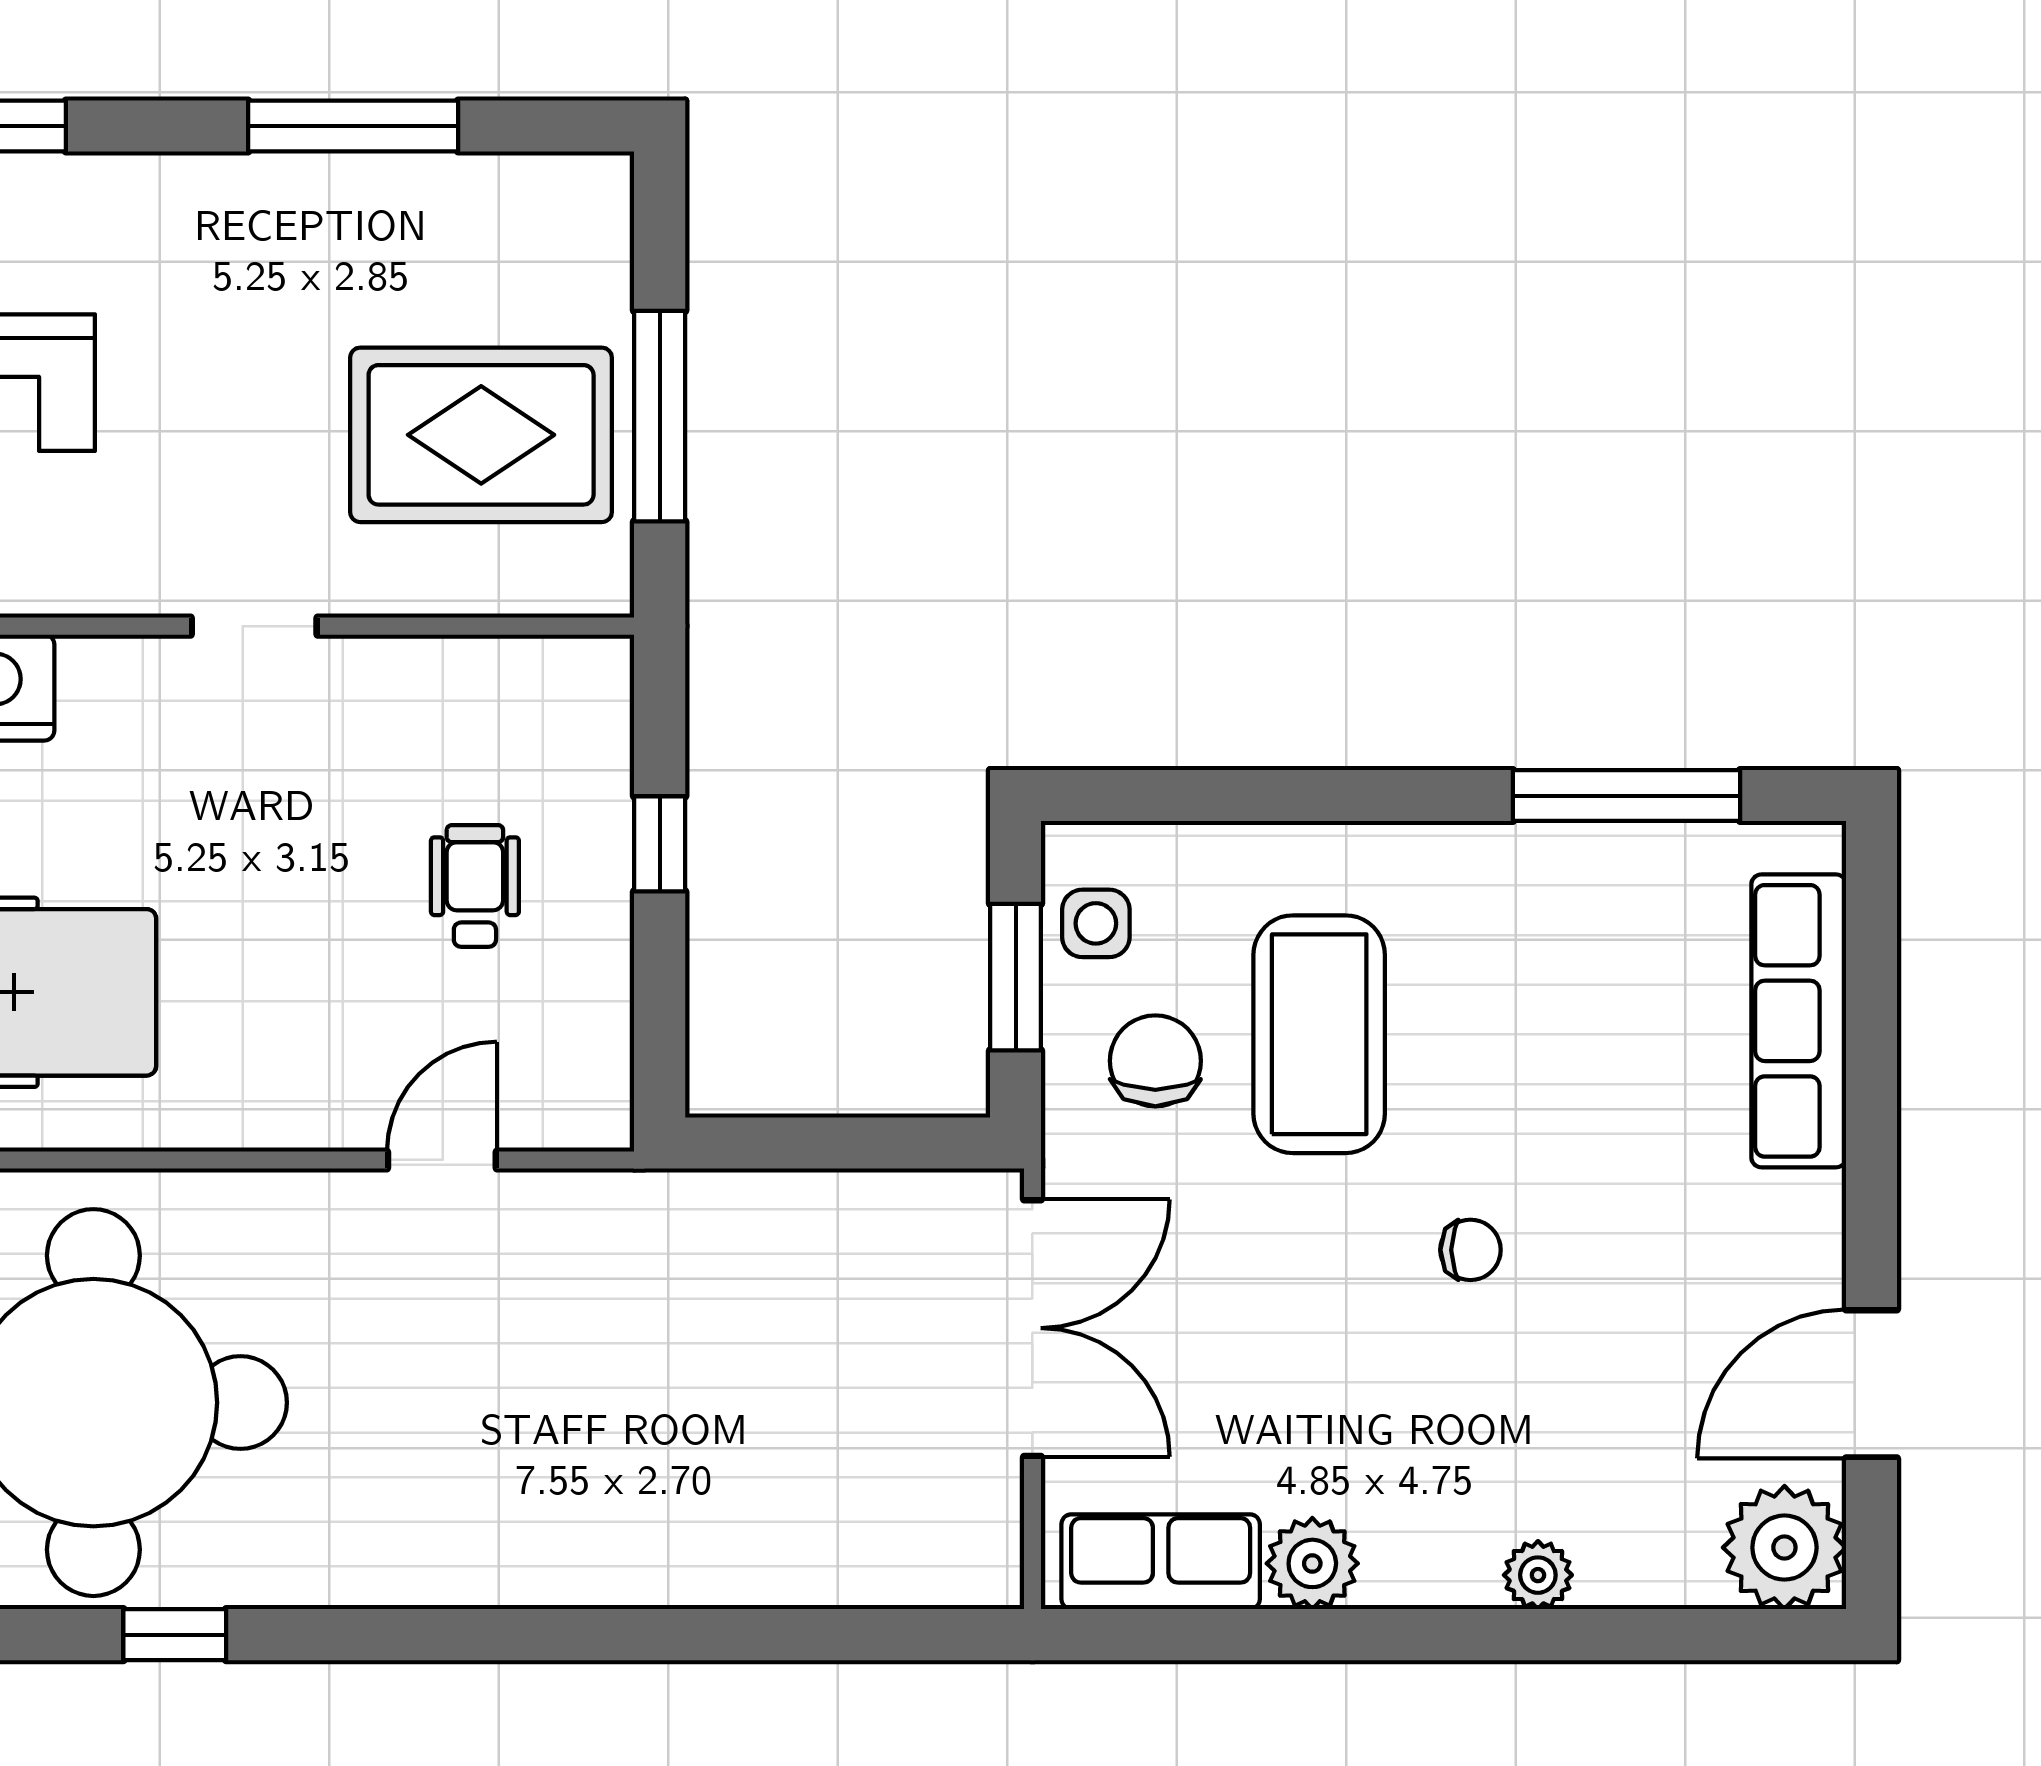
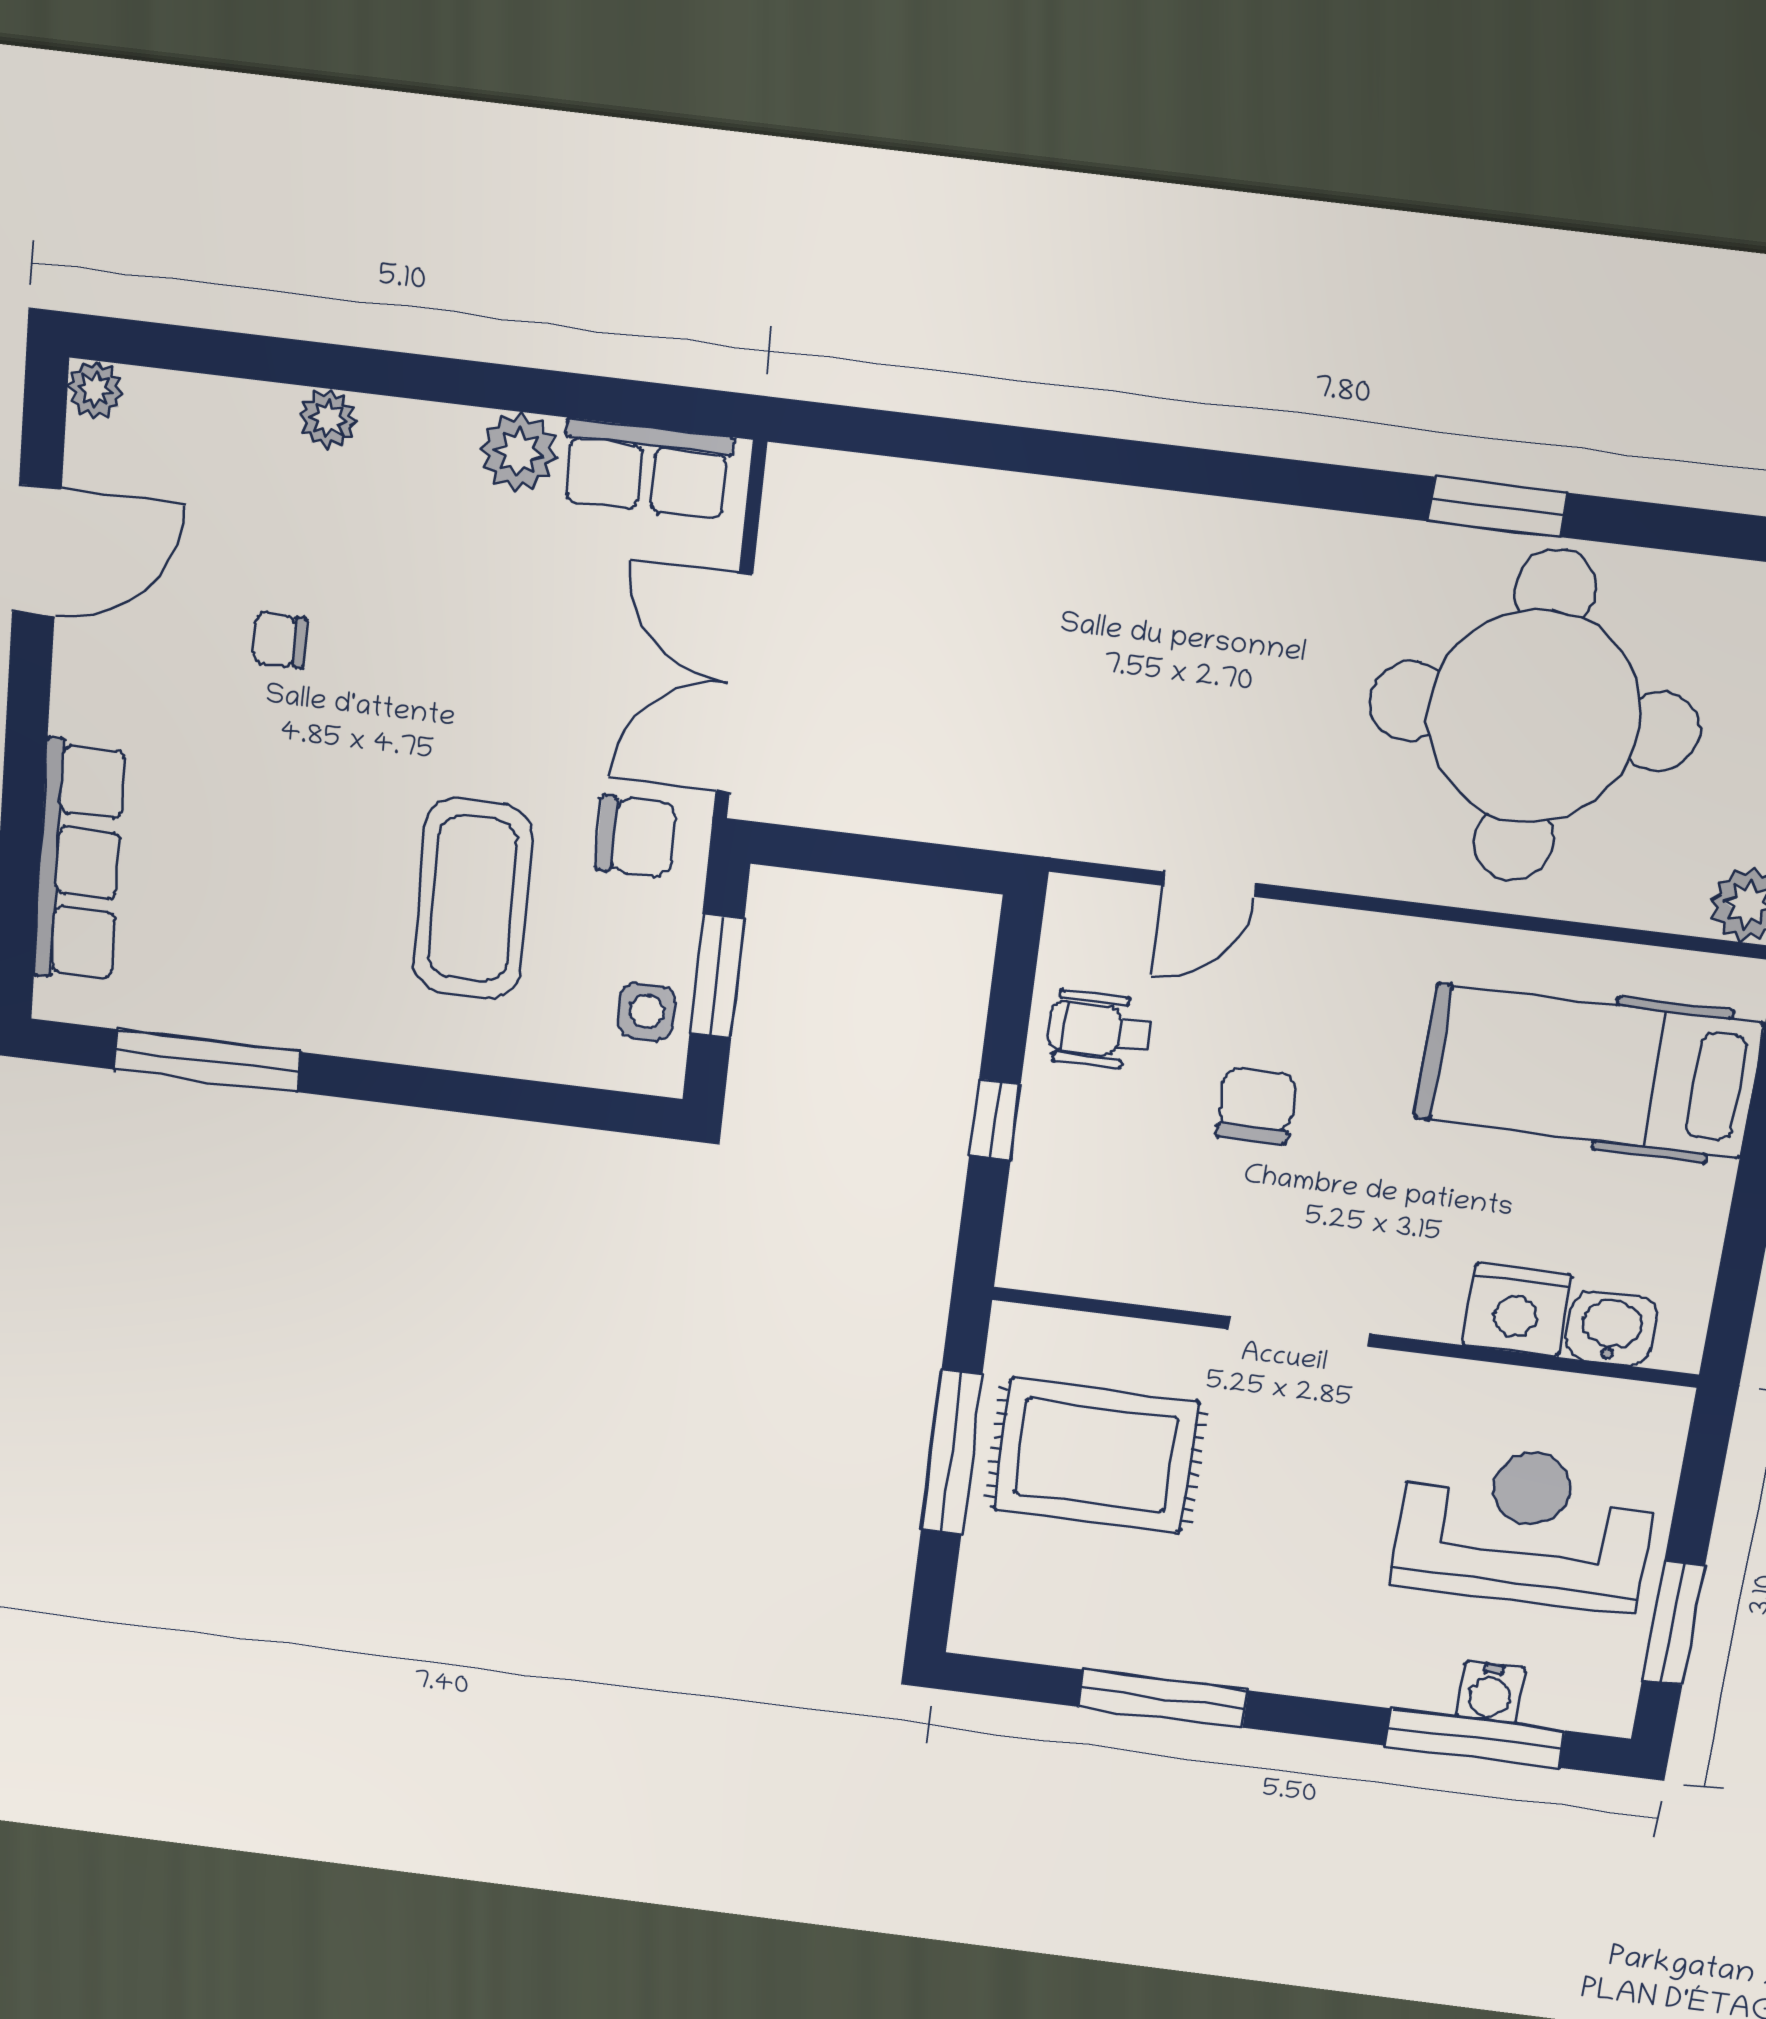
doorway: (254, 626) -> (1299, 1332), width x1.38
wheelchair: (475, 886) -> (1099, 1030), moved, turned 90
chair: (348, 900) -> (1256, 1106), added
chair: (1155, 1061) -> (636, 837), moved, turned -90
chair: (1470, 1250) -> (280, 640), moved
plant: (1784, 1548) -> (95, 390), width x0.53, depth x0.53
window: (175, 1635) -> (1498, 507), width x1.50

